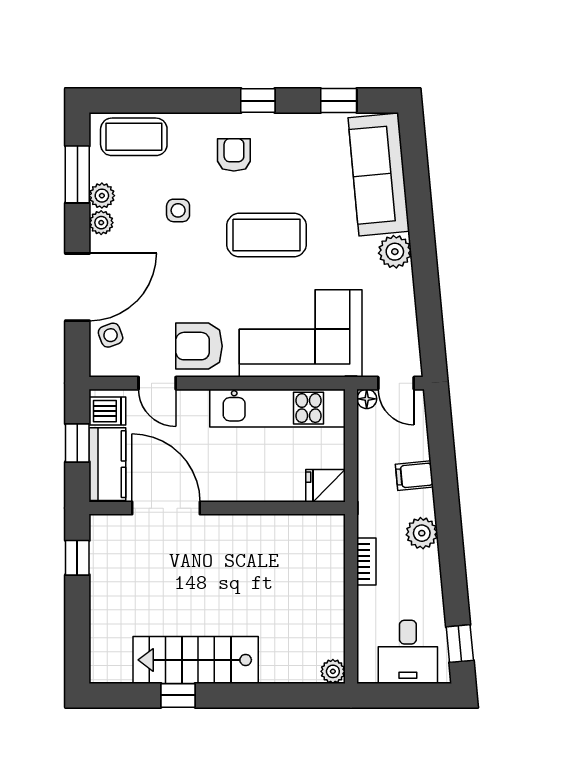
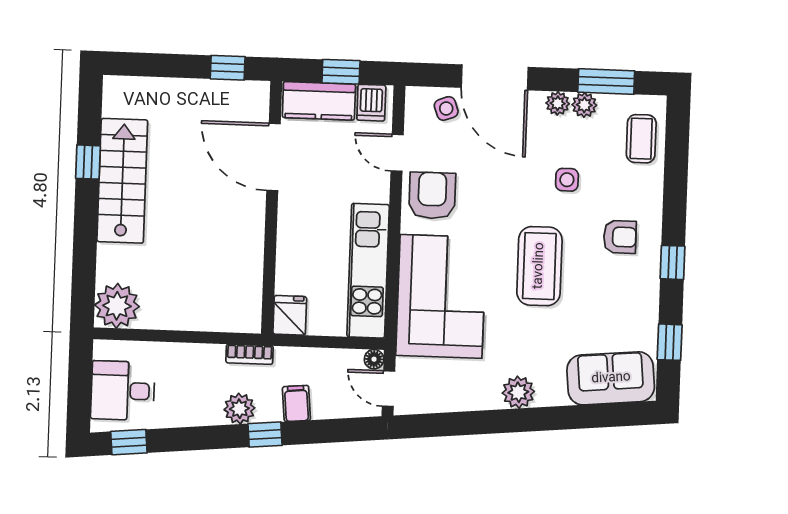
coffee table: (134, 137) -> (641, 139), width x0.73, depth x0.77
sofa: (379, 175) -> (611, 378), width x0.73
door: (157, 383) -> (397, 153), hinge flipped
door: (396, 383) -> (388, 389), hinge flipped
window: (447, 506) -> (265, 435), added
door: (166, 508) -> (273, 157), swing flipped
bookcase: (366, 561) -> (250, 354), moved
plant: (333, 671) -> (117, 306), width x1.87, depth x1.87

